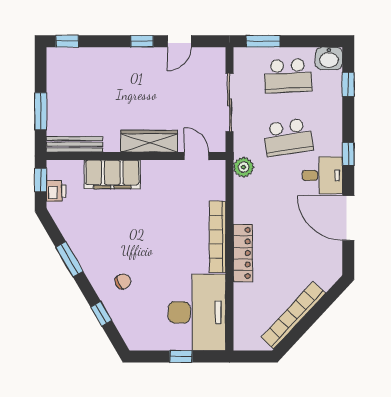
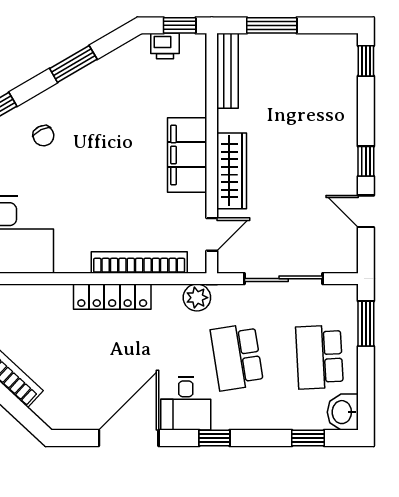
filing cabinet: (112, 174) -> (187, 155), moved
bookcase: (217, 237) -> (139, 263), moved
locker: (243, 253) -> (112, 297), moved

